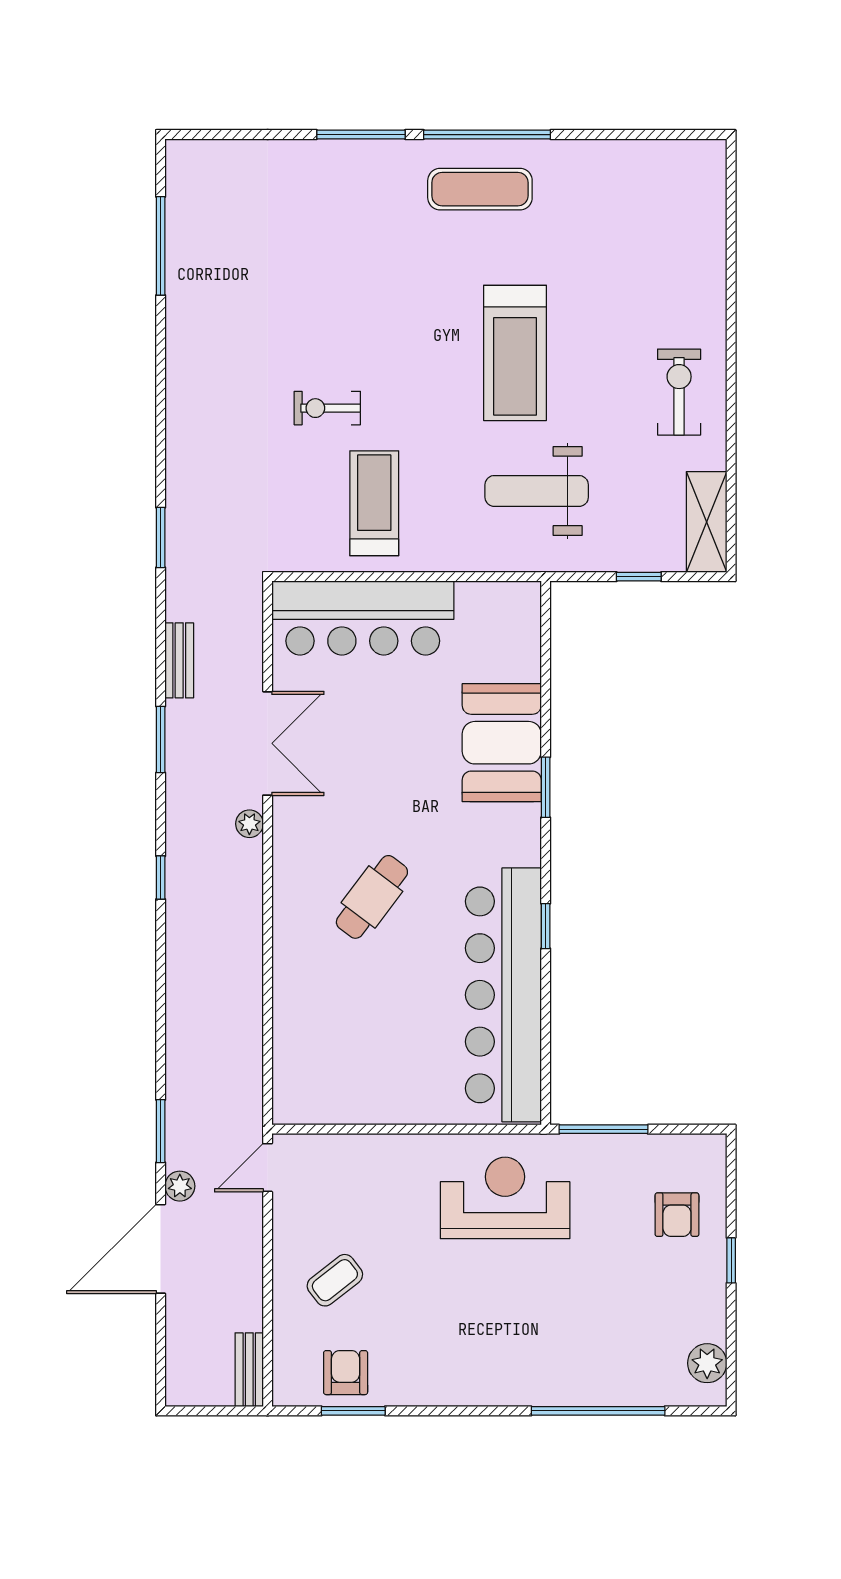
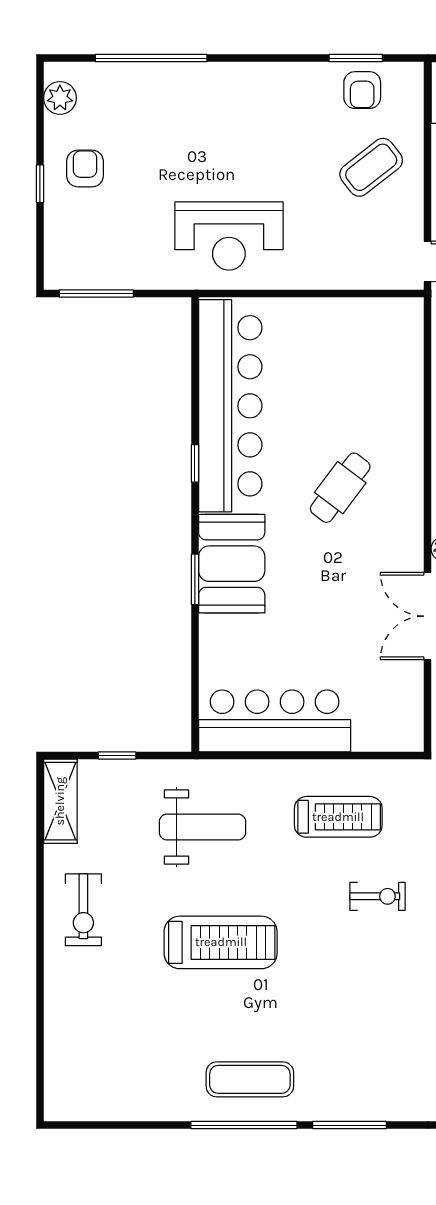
treadmill: (515, 353) -> (221, 942), turned 90
treadmill: (374, 503) -> (338, 817), turned -90
bar counter: (363, 618) -> (275, 721), moved
booth: (502, 743) -> (232, 564), moved
window: (603, 1129) -> (96, 294), moved
armchair: (677, 1215) -> (85, 168), moved
coffee table: (335, 1280) -> (371, 167), width x1.36, depth x1.30

